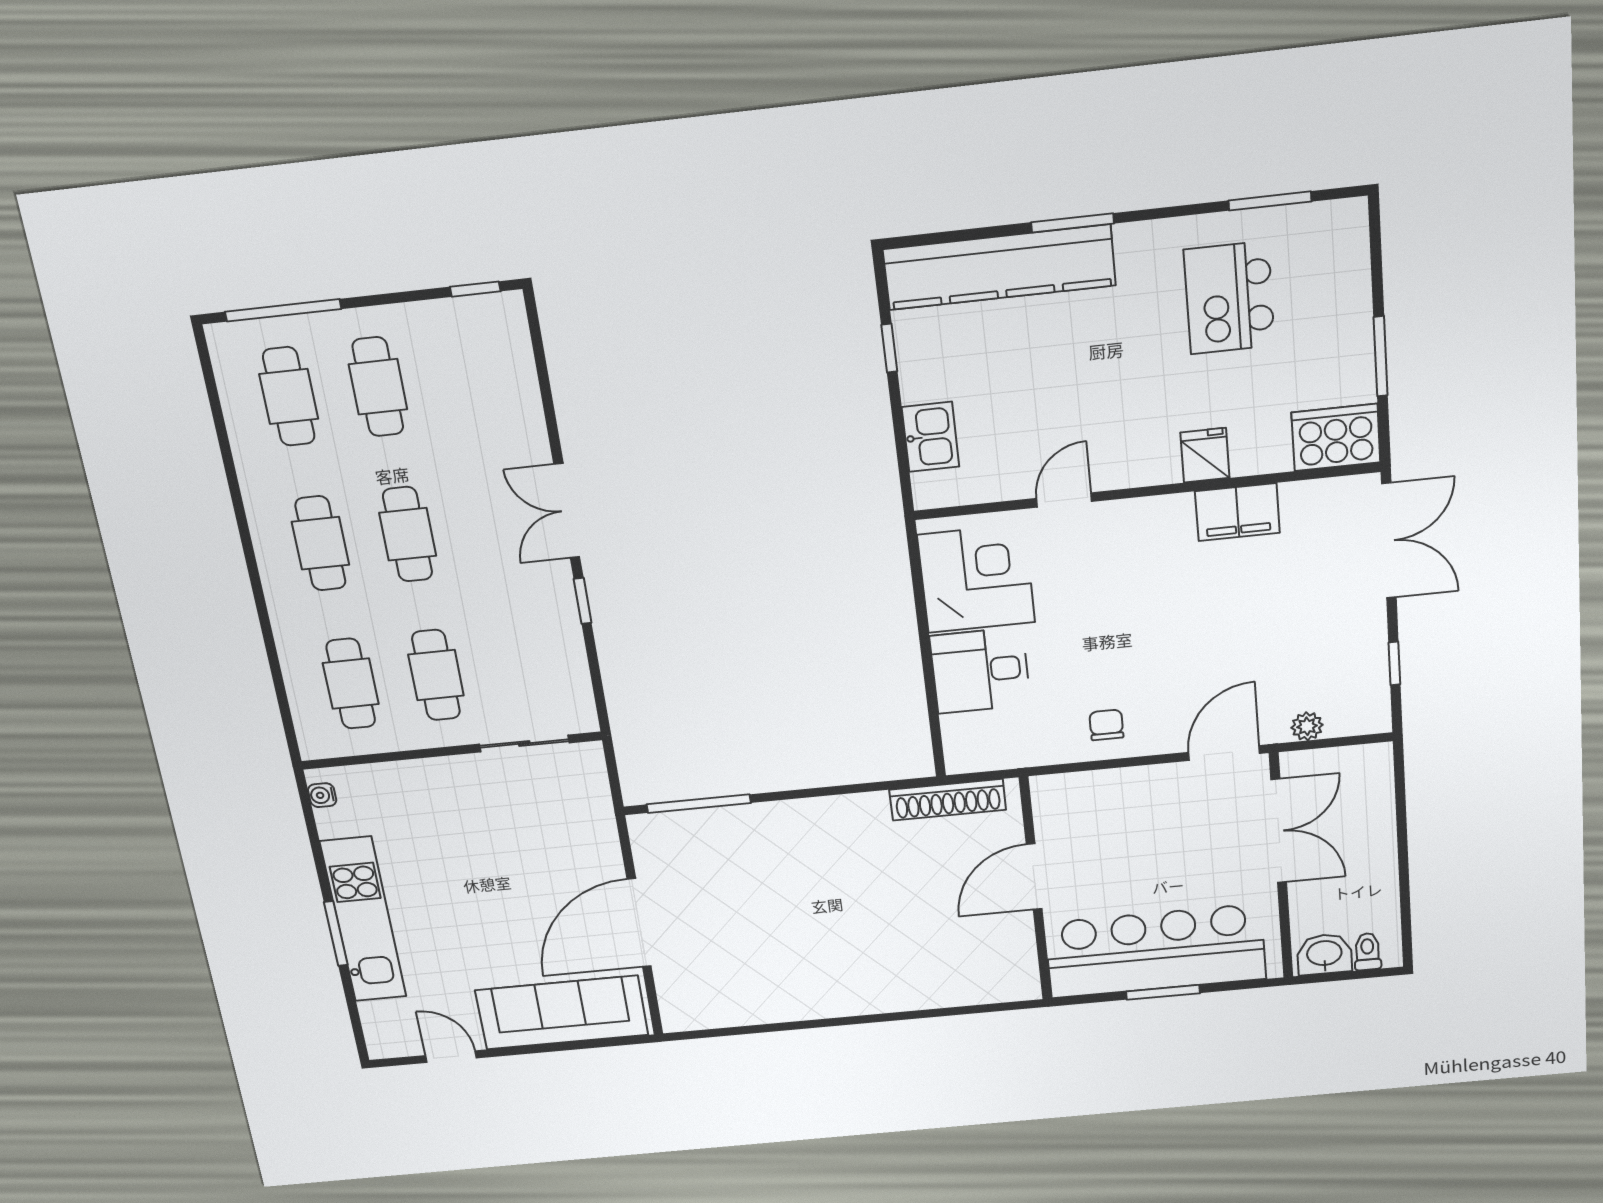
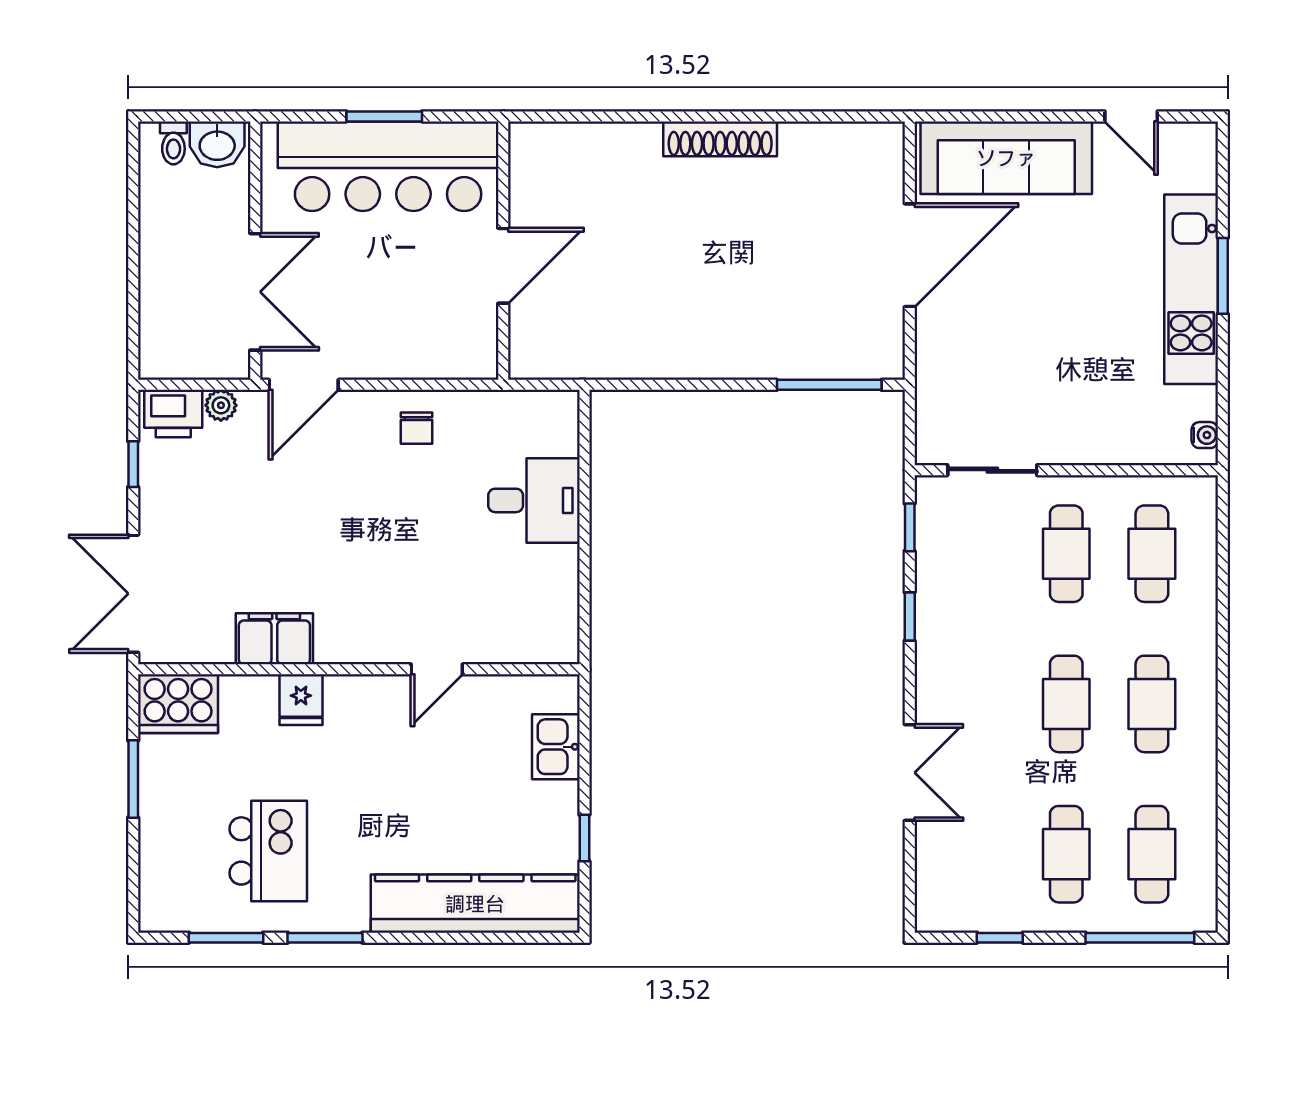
window: (1072, 223) -> (325, 938), moved
window: (475, 289) -> (1000, 938), moved
double door: (567, 511) -> (910, 773), moved
corner desk: (976, 579) -> (528, 598), removed
window: (597, 684) -> (910, 527), added
printer: (1355, 714) -> (173, 413), added
shoe rack: (948, 800) -> (720, 139), moved, turned 180
double door: (1279, 831) -> (255, 292), swing flipped

